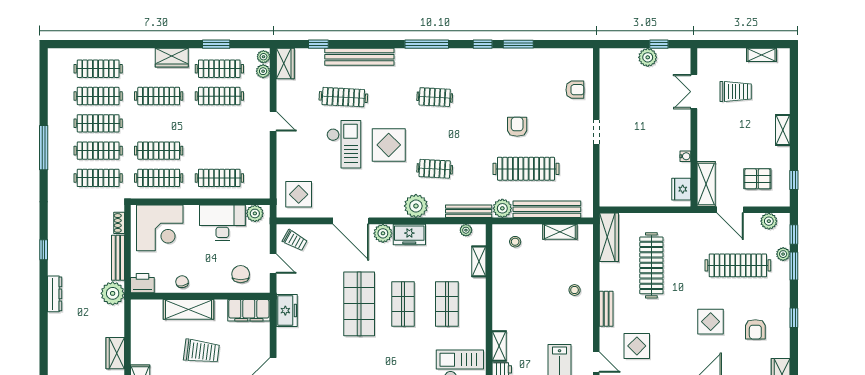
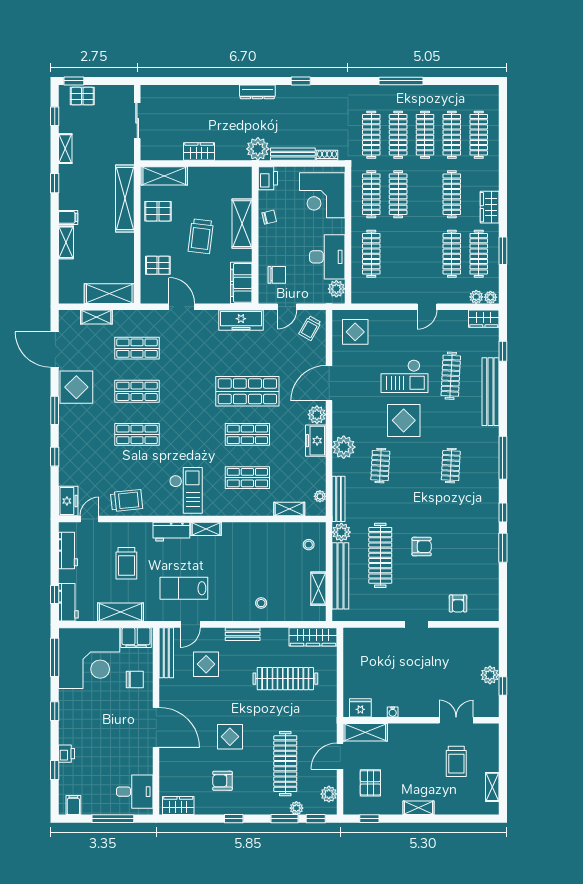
freezer: (287, 311) -> (241, 320), width x1.40

